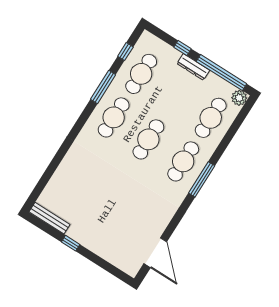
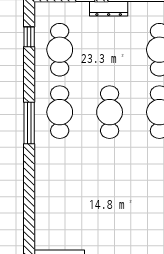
window: (103, 87) -> (29, 123), moved

